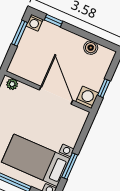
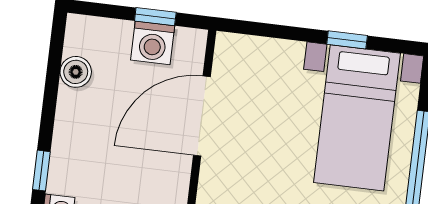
washing machine: (87, 97) -> (153, 43), moved, turned -90
window: (70, 166) -> (347, 40), width x0.67

